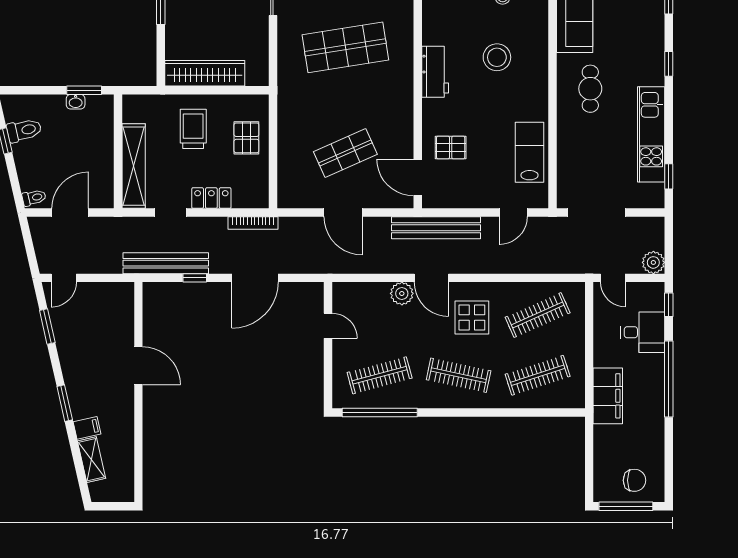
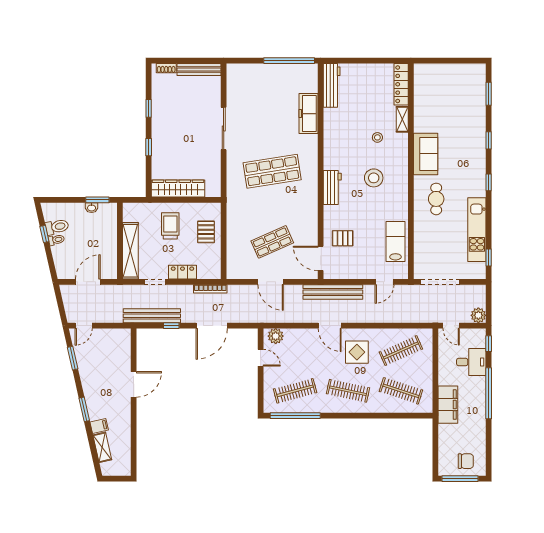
toilet: (34, 198) -> (56, 240), moved
plant: (402, 293) -> (276, 336), moved
door: (138, 366) -> (134, 384), hinge flipped
clothes rail: (538, 375) -> (401, 391), turned 36

